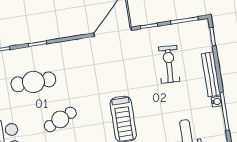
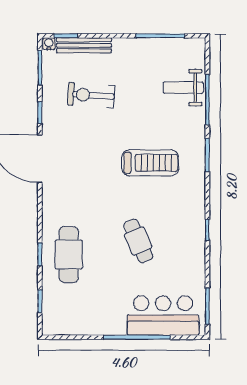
bench: (211, 74) -> (84, 45), moved
cafe table: (33, 82) -> (69, 255), moved
water cooler: (217, 102) -> (49, 44), moved

